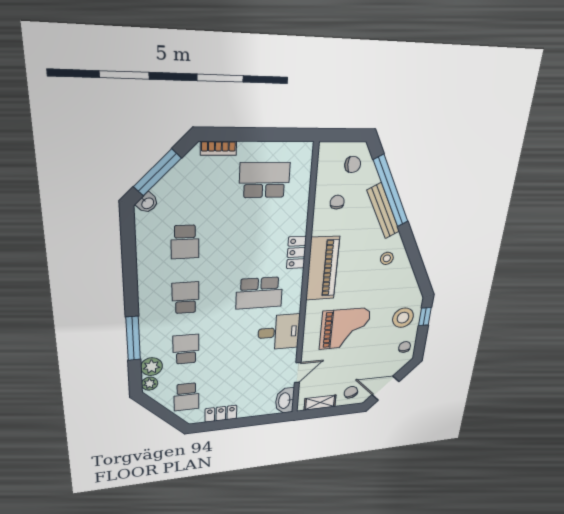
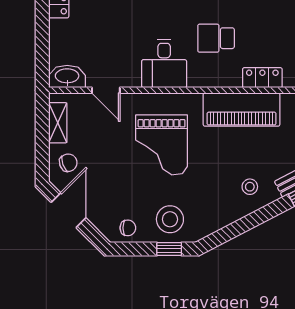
school desk: (259, 293) -> (216, 38), width x0.54

